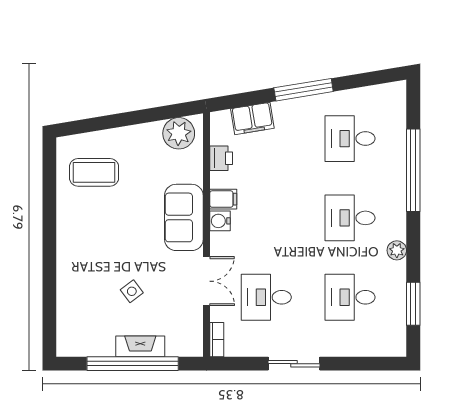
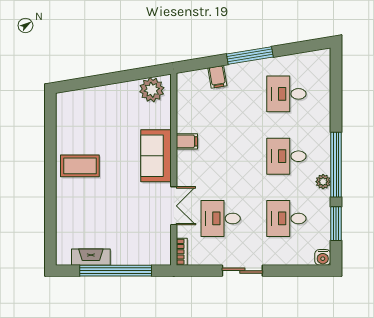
filing cabinet: (252, 118) -> (217, 77), width x0.50
printer: (221, 158) -> (185, 109), removed
window: (413, 170) -> (336, 165), moved
coffee table: (94, 172) -> (80, 166), moved
water cooler: (220, 221) -> (323, 257), moved, turned -90
side table: (132, 291) -> (115, 214), removed
fireplace: (140, 346) -> (91, 257), moved

